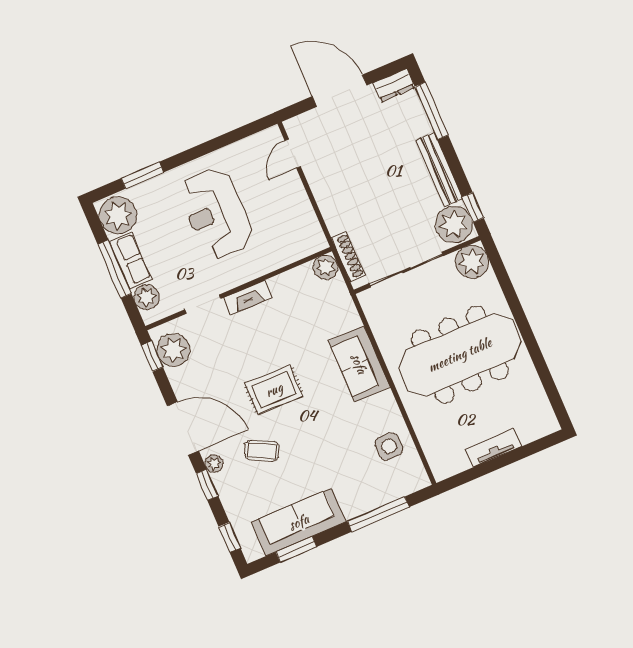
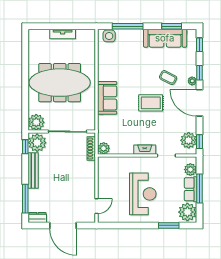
side table: (389, 446) -> (109, 36), moved

